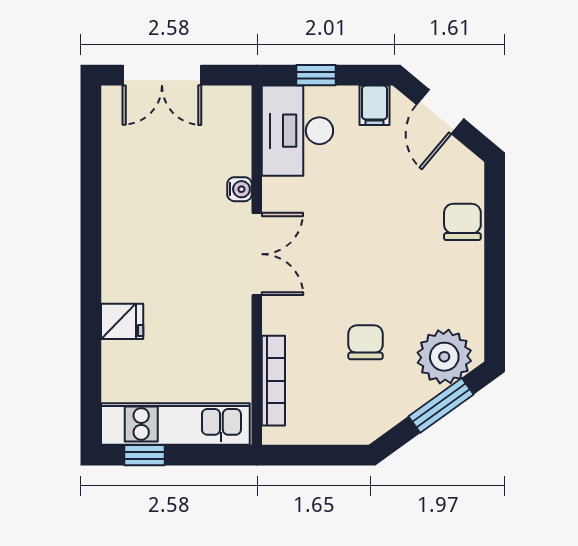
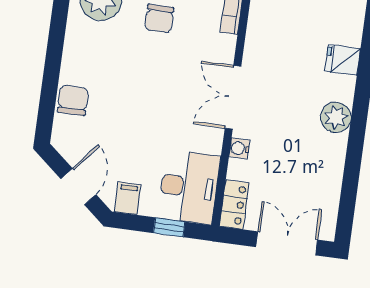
locker: (236, 116) -> (234, 204), added
chair: (462, 222) -> (73, 100), turned 180
plant: (121, 246) -> (336, 117), added

